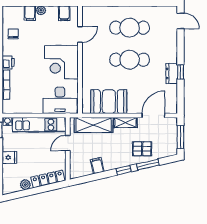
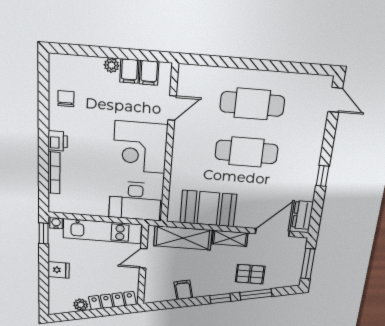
filing cabinet: (30, 13) -> (129, 71), moved
dresser: (172, 73) -> (303, 215), moved

